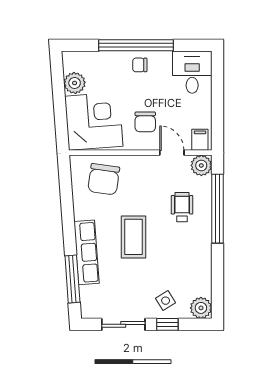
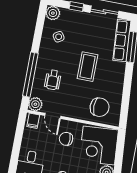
chair: (145, 122) -> (66, 139), turned -90
chair: (104, 179) -> (100, 107), turned 82
row of seats: (86, 252) -> (122, 41), moved
side table: (166, 301) -> (59, 37), moved

